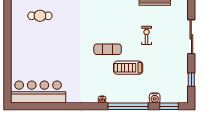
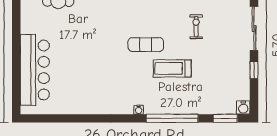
window: (191, 80) -> (254, 70), moved
bar counter: (38, 92) -> (35, 70), moved, turned 90
water cooler: (155, 98) -> (243, 108), moved

